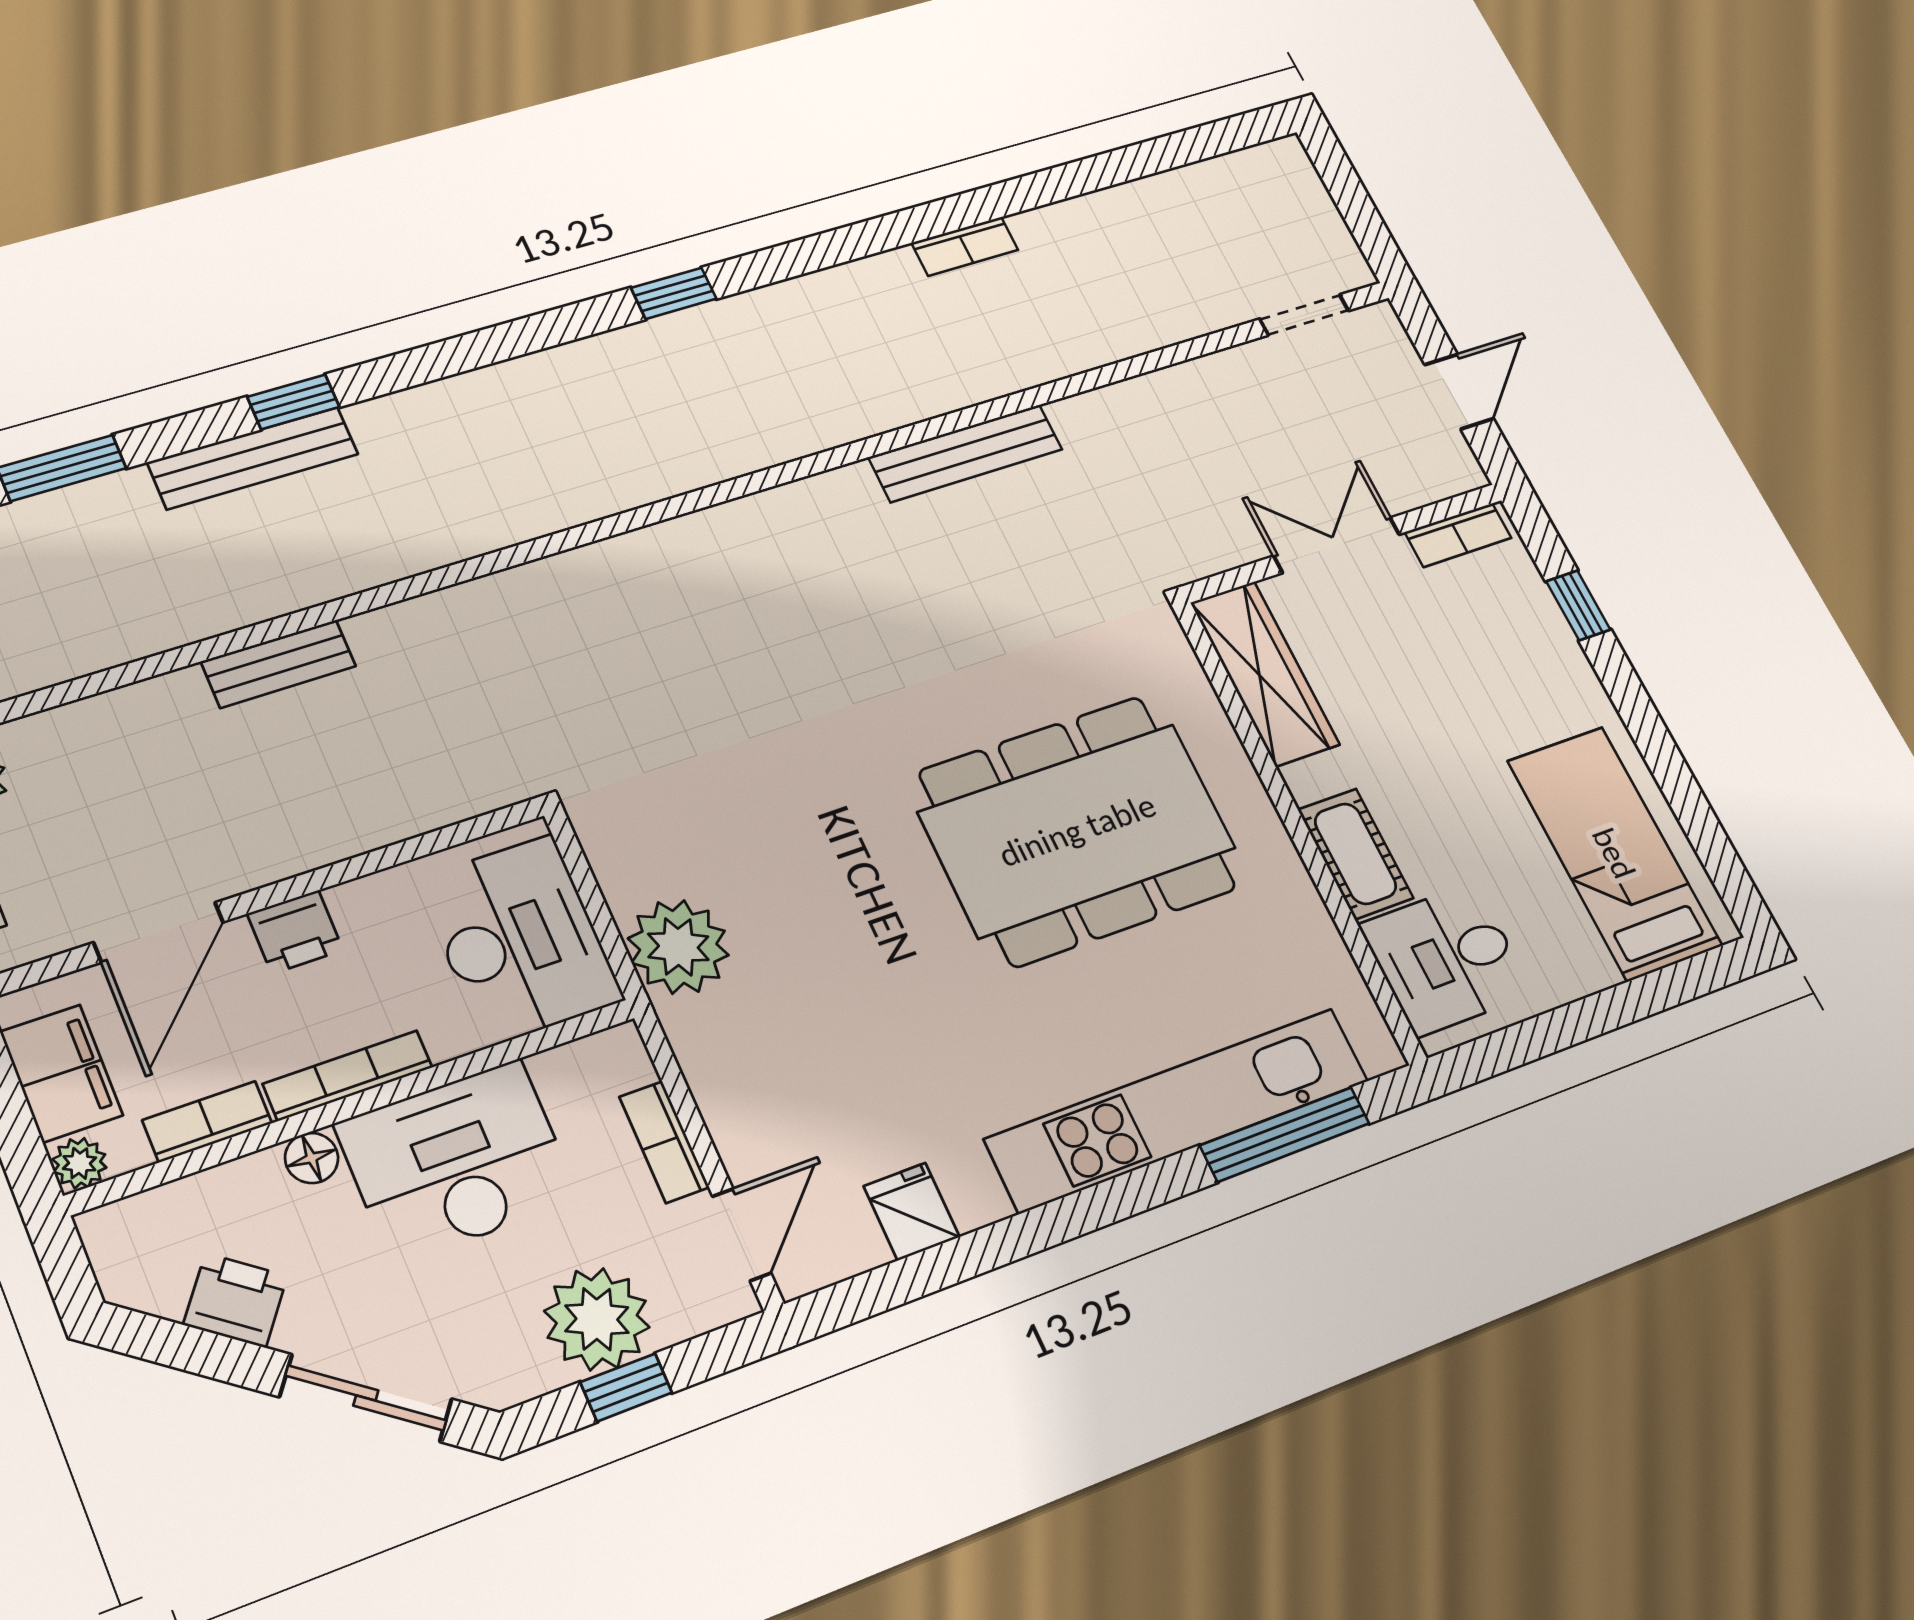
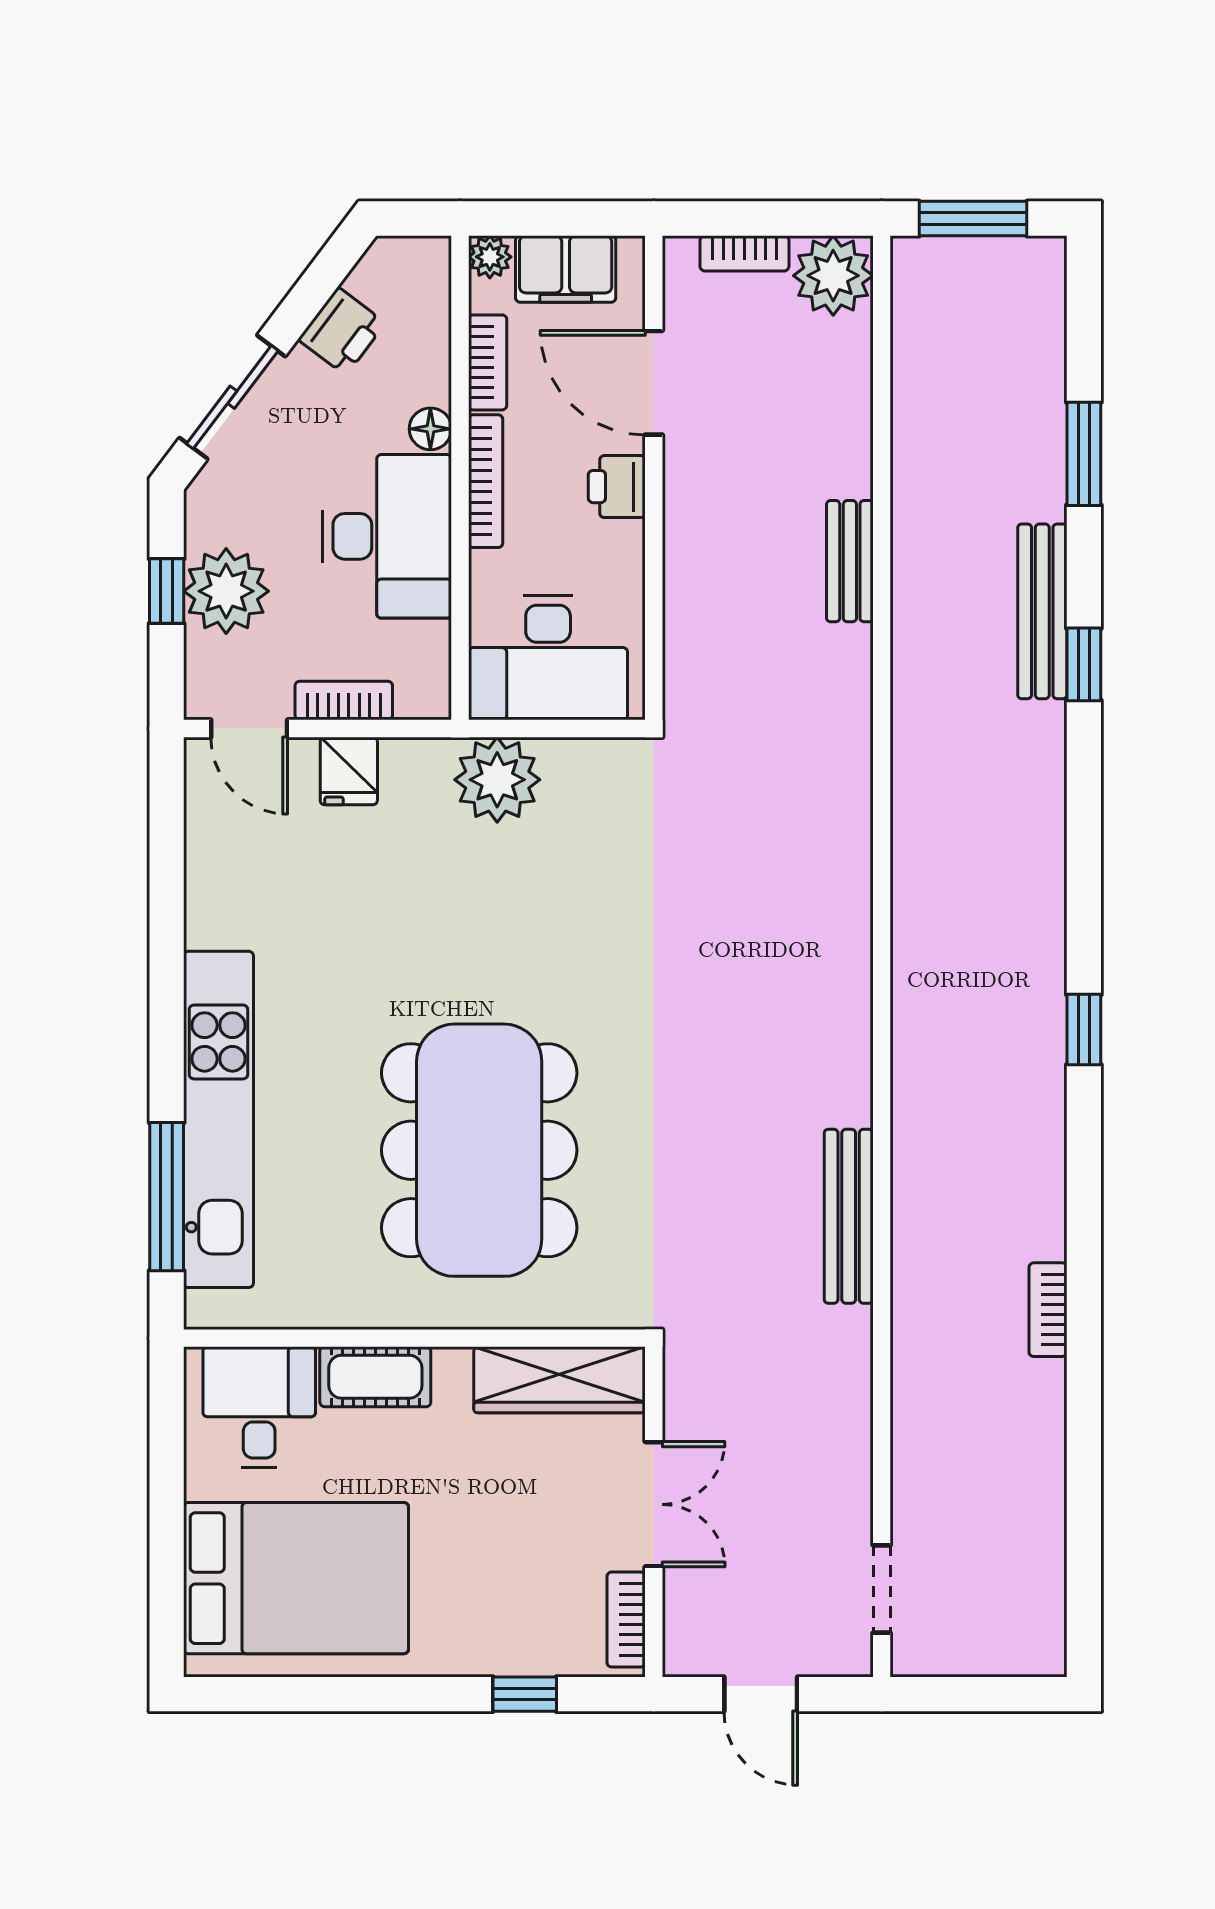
bed: (1614, 853) -> (296, 1578), width x1.50
fridge: (912, 1212) -> (349, 771), moved, turned 90

